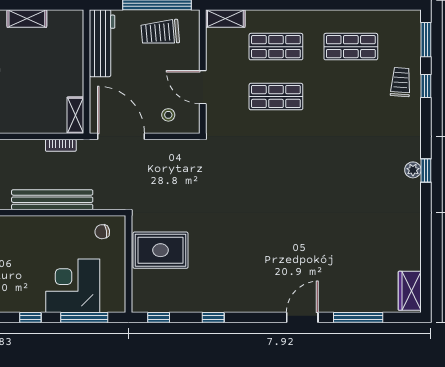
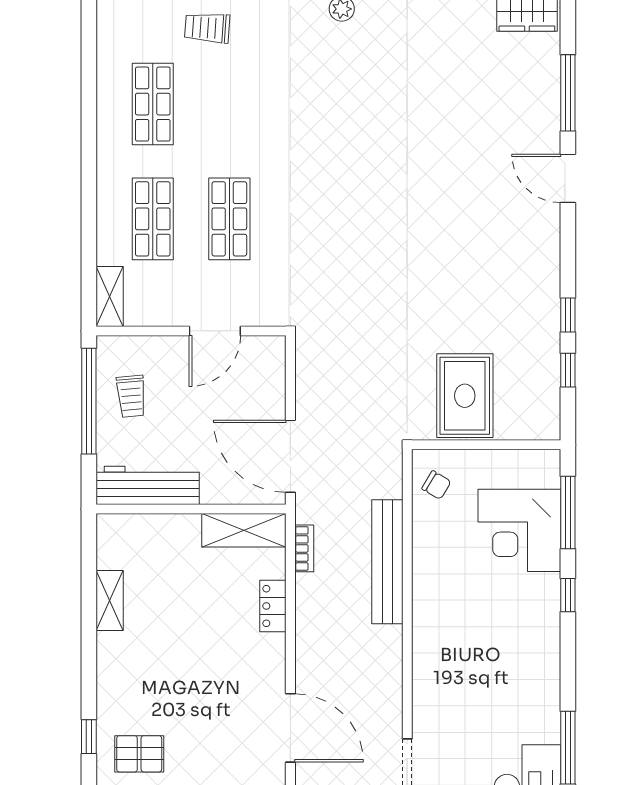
trolley: (160, 32) -> (131, 396), width x0.73, depth x0.72
shelving: (75, 115) -> (244, 530), width x1.50, depth x1.33
stool: (168, 115) -> (257, 384), removed
locker: (23, 125) -> (273, 606), added
door: (121, 136) -> (290, 456), hinge flipped
chair: (102, 232) -> (436, 485), turned -49
window: (159, 317) -> (568, 370), moved

